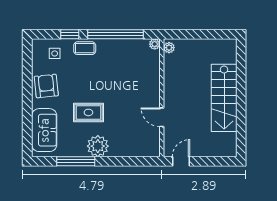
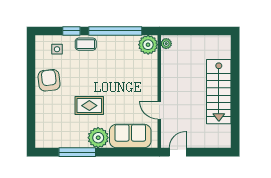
plant: (155, 44) -> (148, 45), width x1.88, depth x1.88
sofa: (44, 130) -> (130, 136), moved, turned -90

